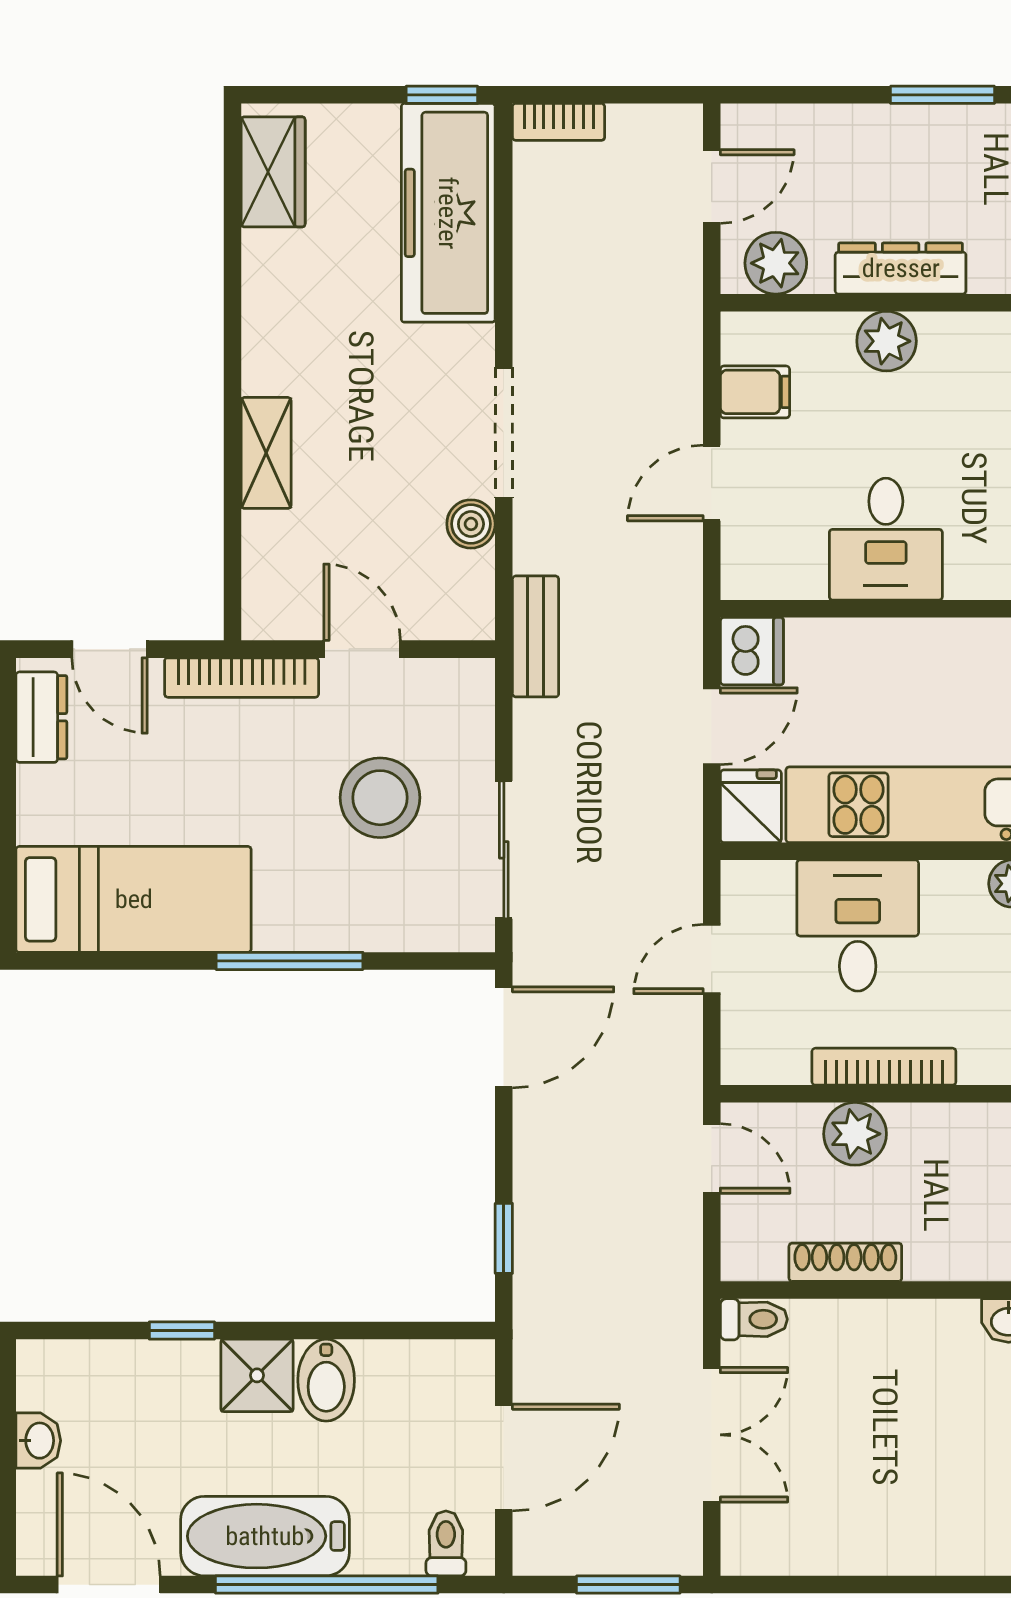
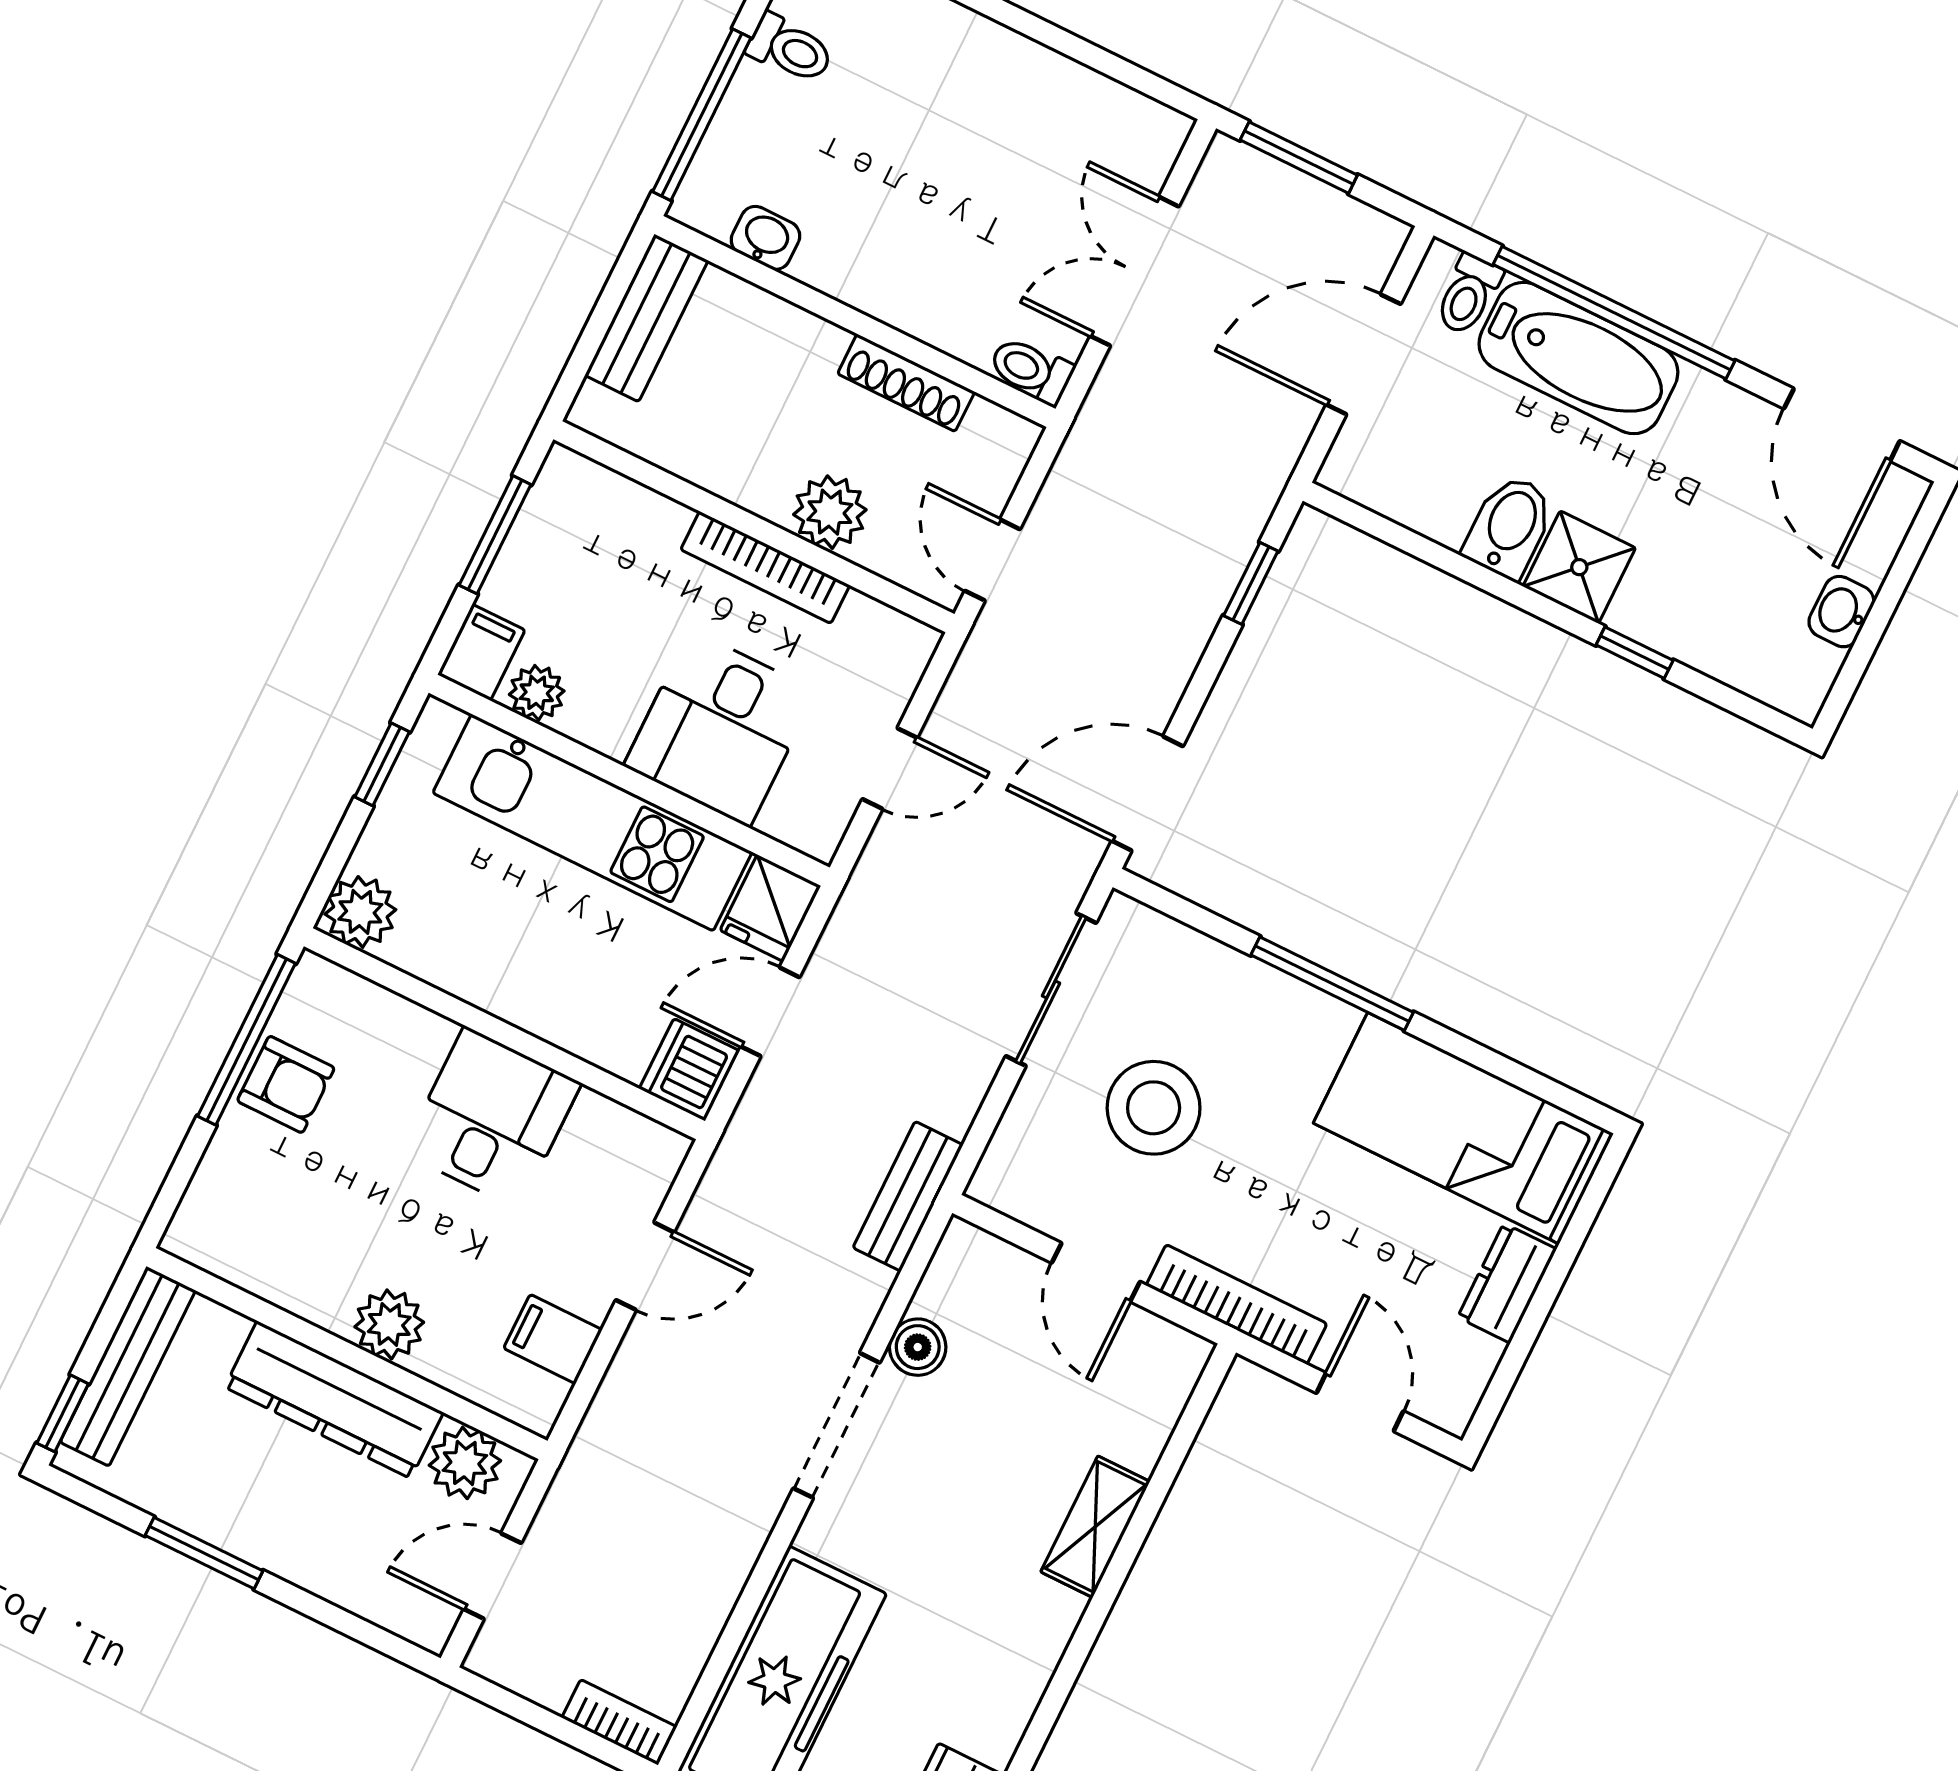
dresser: (901, 268) -> (334, 1400), width x1.37, depth x1.24
dresser: (41, 717) -> (1507, 1283), moved
bathtub: (265, 1536) -> (1578, 358), moved

